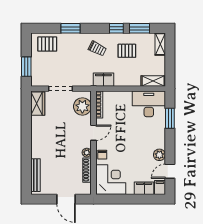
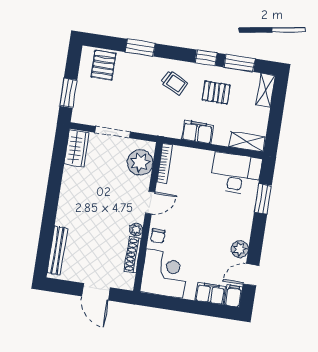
pallet: (47, 44) -> (103, 65), turned 90
filing cabinet: (103, 80) -> (198, 132), moved

